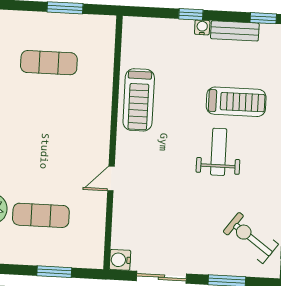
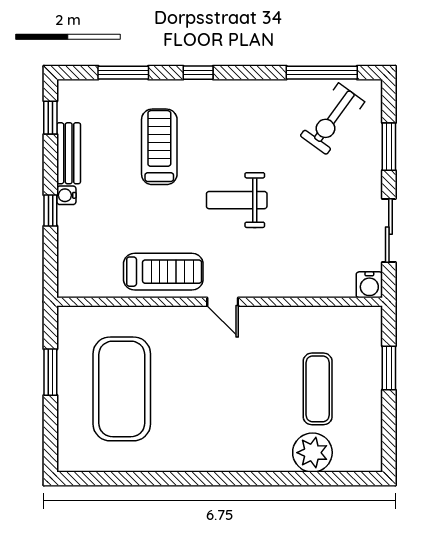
exercise mat: (49, 63) -> (122, 389), width x2.00, depth x1.45
weight bench: (219, 152) -> (237, 200), moved
door: (111, 179) -> (223, 302), moved

